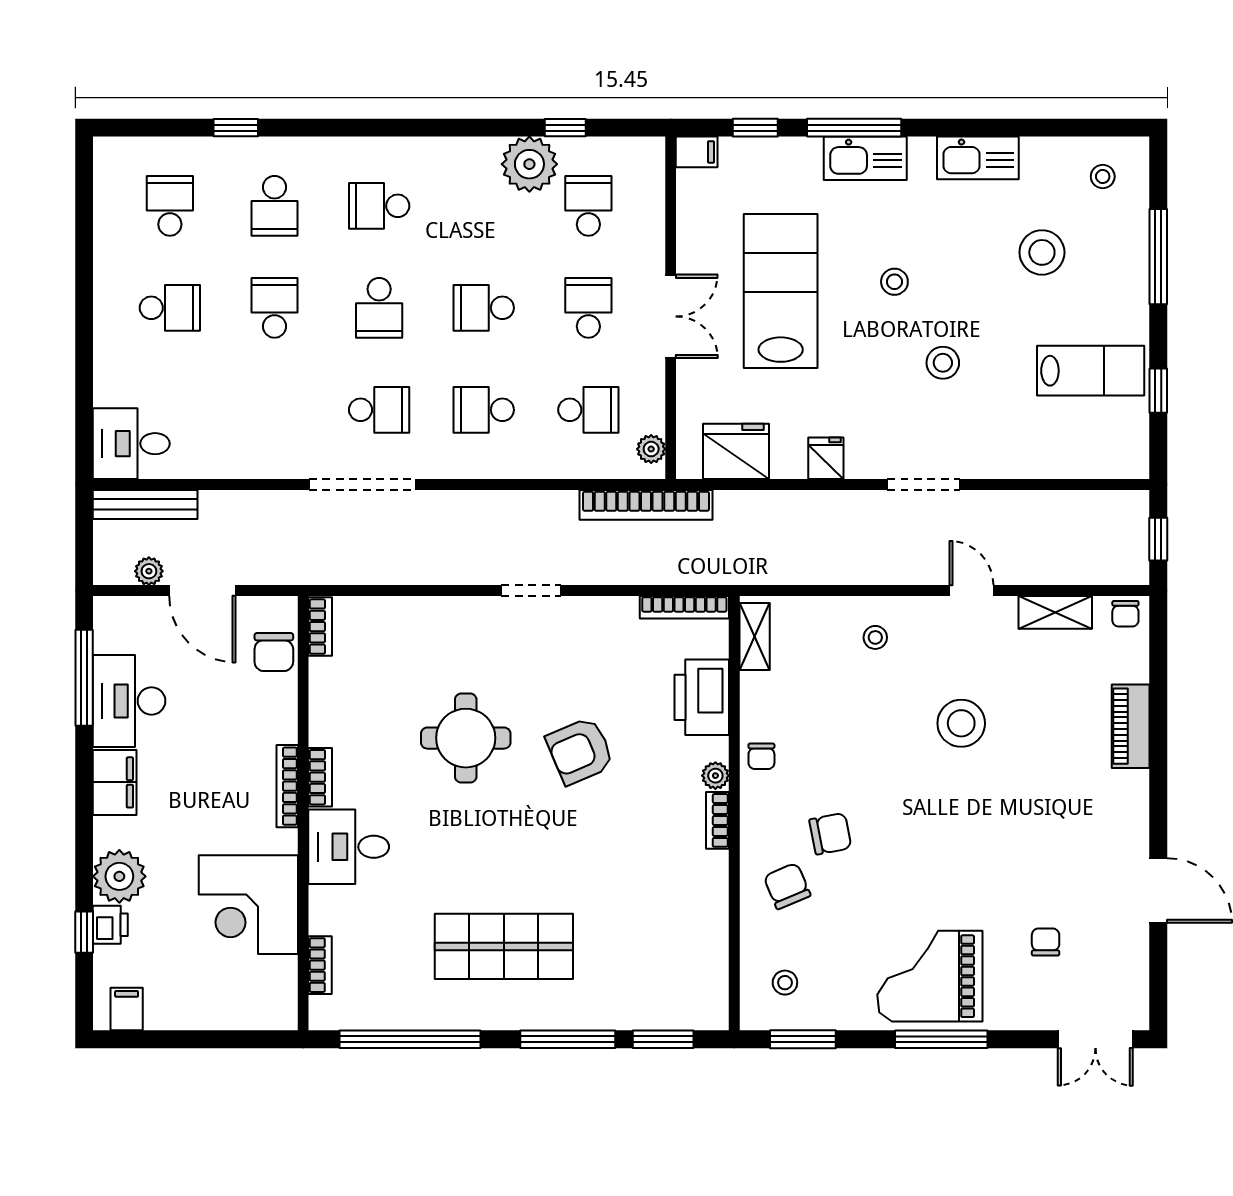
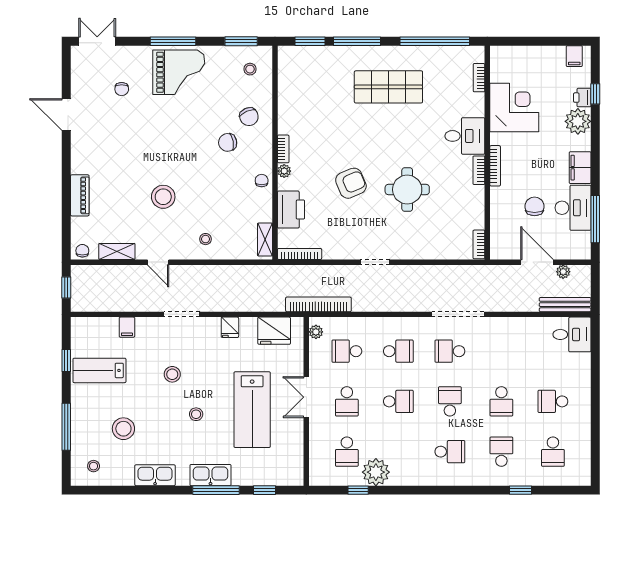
filing cabinet: (697, 152) -> (127, 327), moved, turned -90
chair: (274, 652) -> (535, 206), moved

